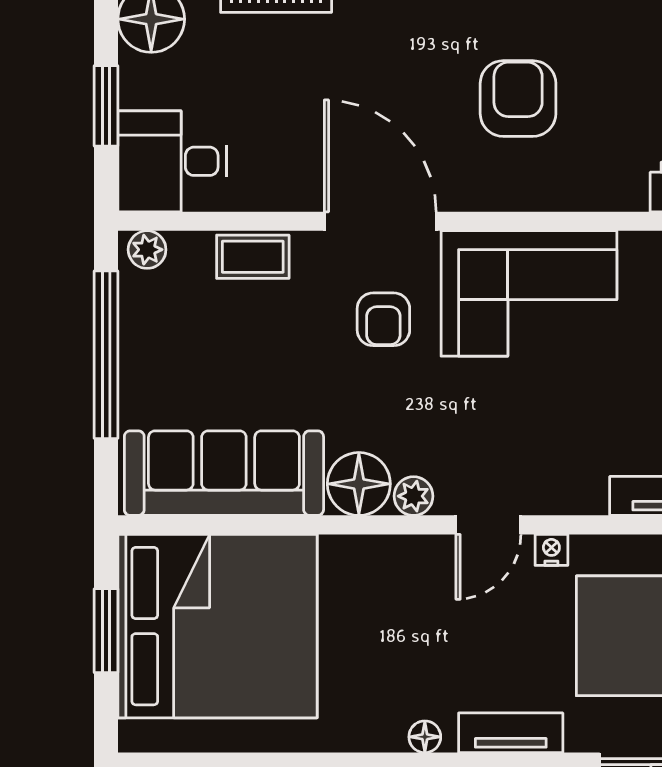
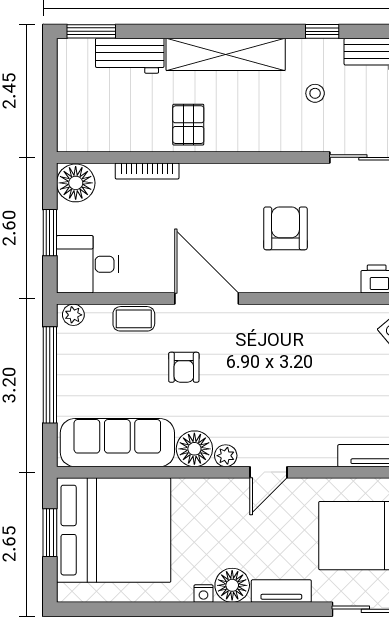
corner sofa: (529, 293) -> (292, 340), removed
armchair: (383, 319) -> (184, 367), moved
nightstand: (551, 550) -> (203, 594), moved, turned 180
floor lamp: (425, 737) -> (232, 585), width x1.89, depth x1.89

